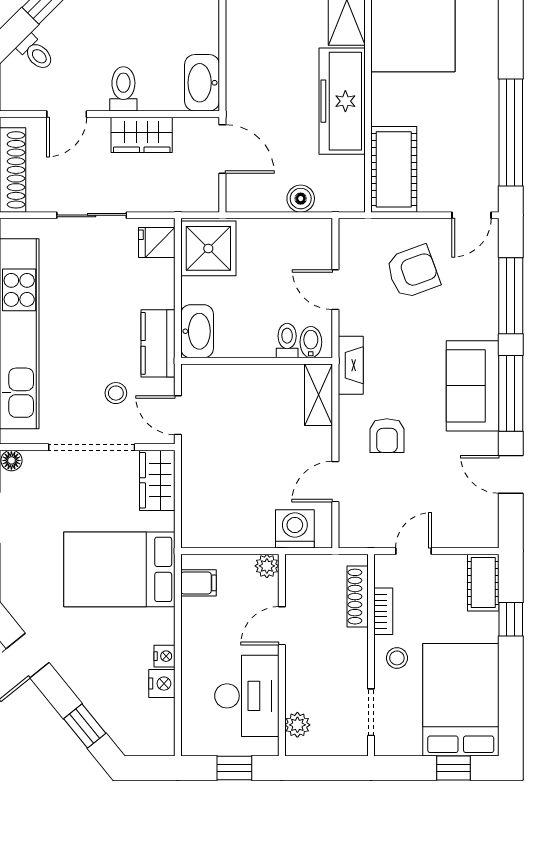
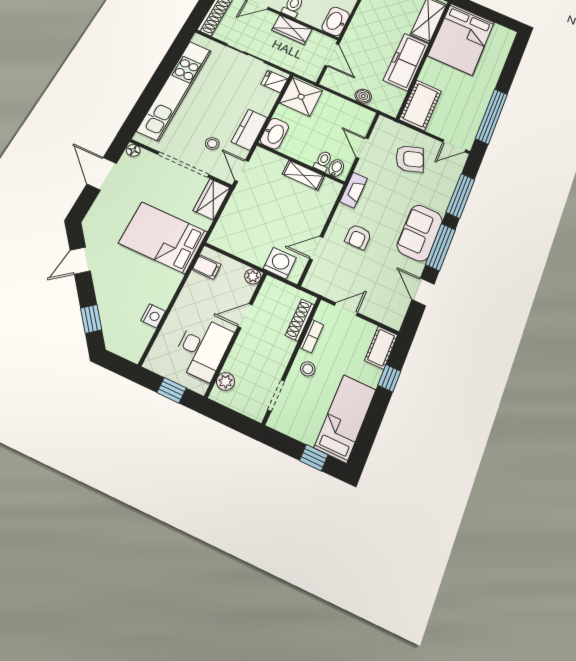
shelving: (318, 395) -> (303, 175), moved, turned 90
nightstand: (164, 656) -> (164, 300), removed
bed: (461, 700) -> (345, 418), width x0.67

